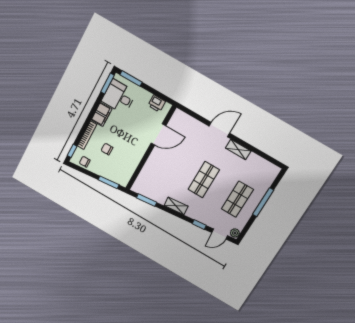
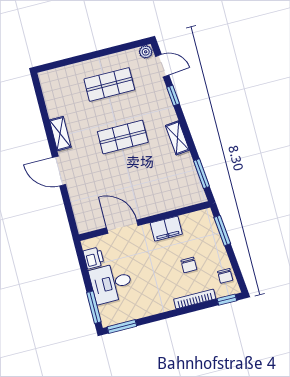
desk: (119, 97) -> (111, 283), moved, turned 90
filing cabinet: (102, 114) -> (166, 229), moved, turned 180
window: (263, 202) -> (87, 57), removed

